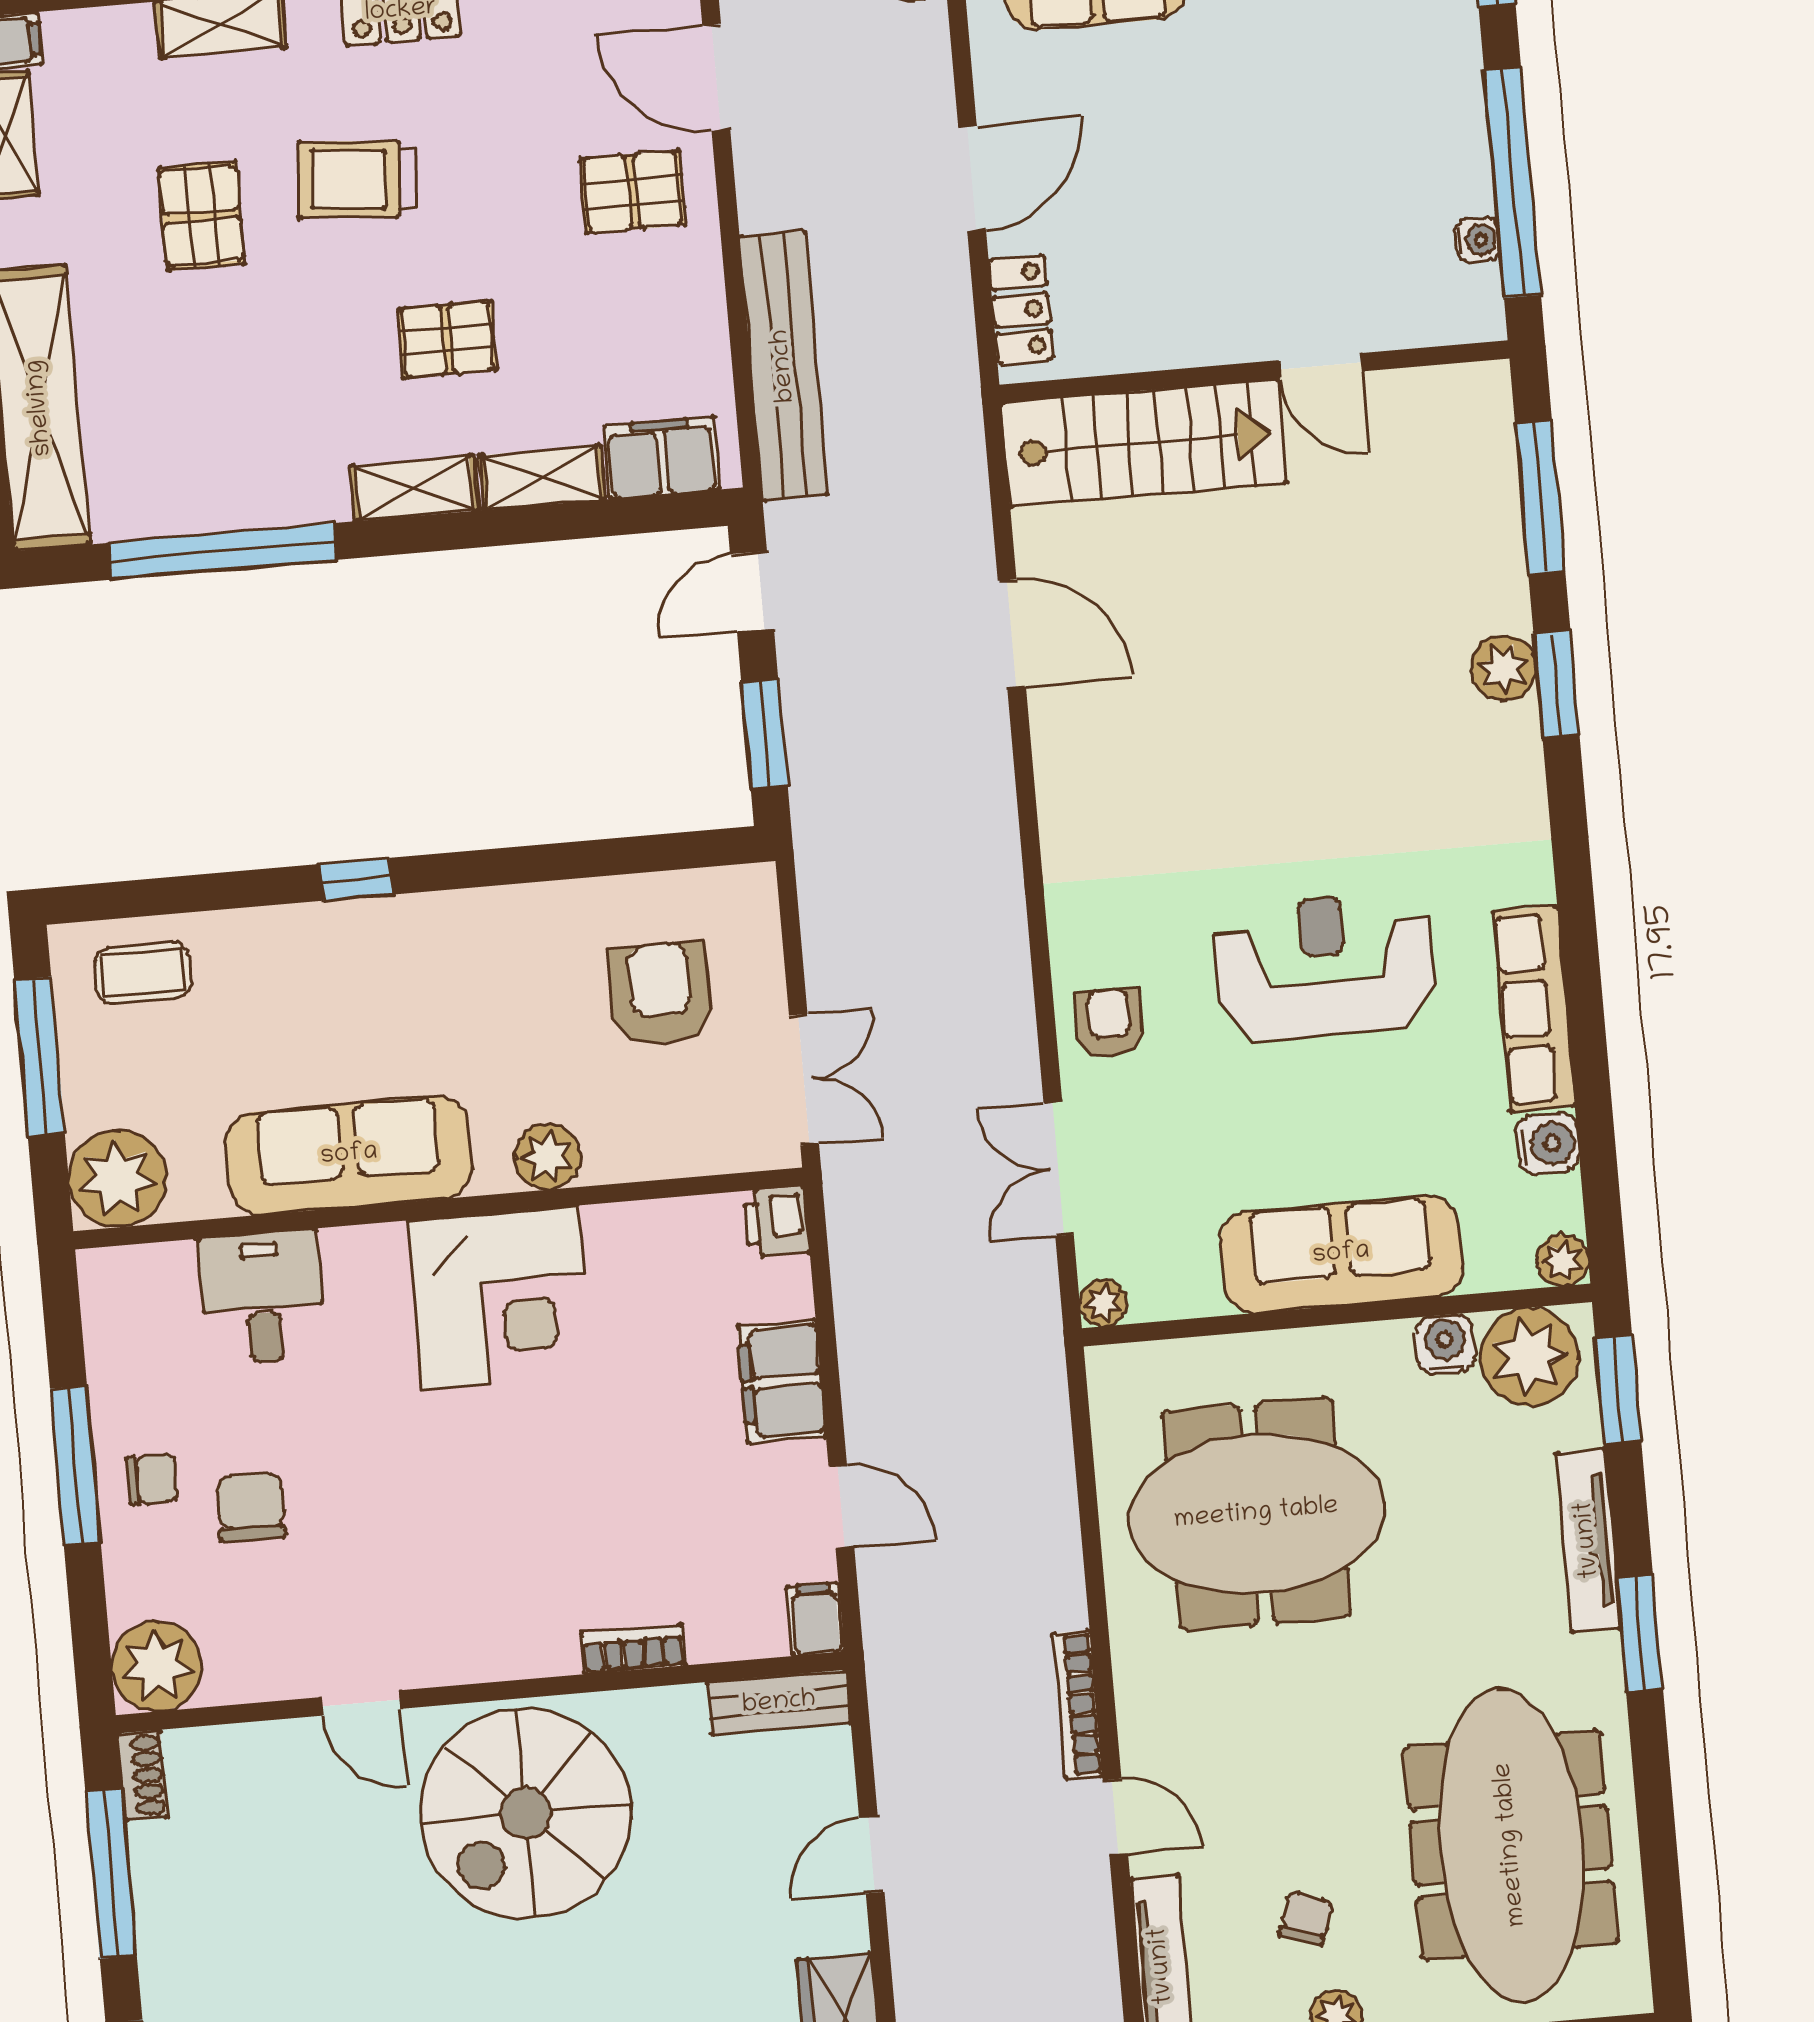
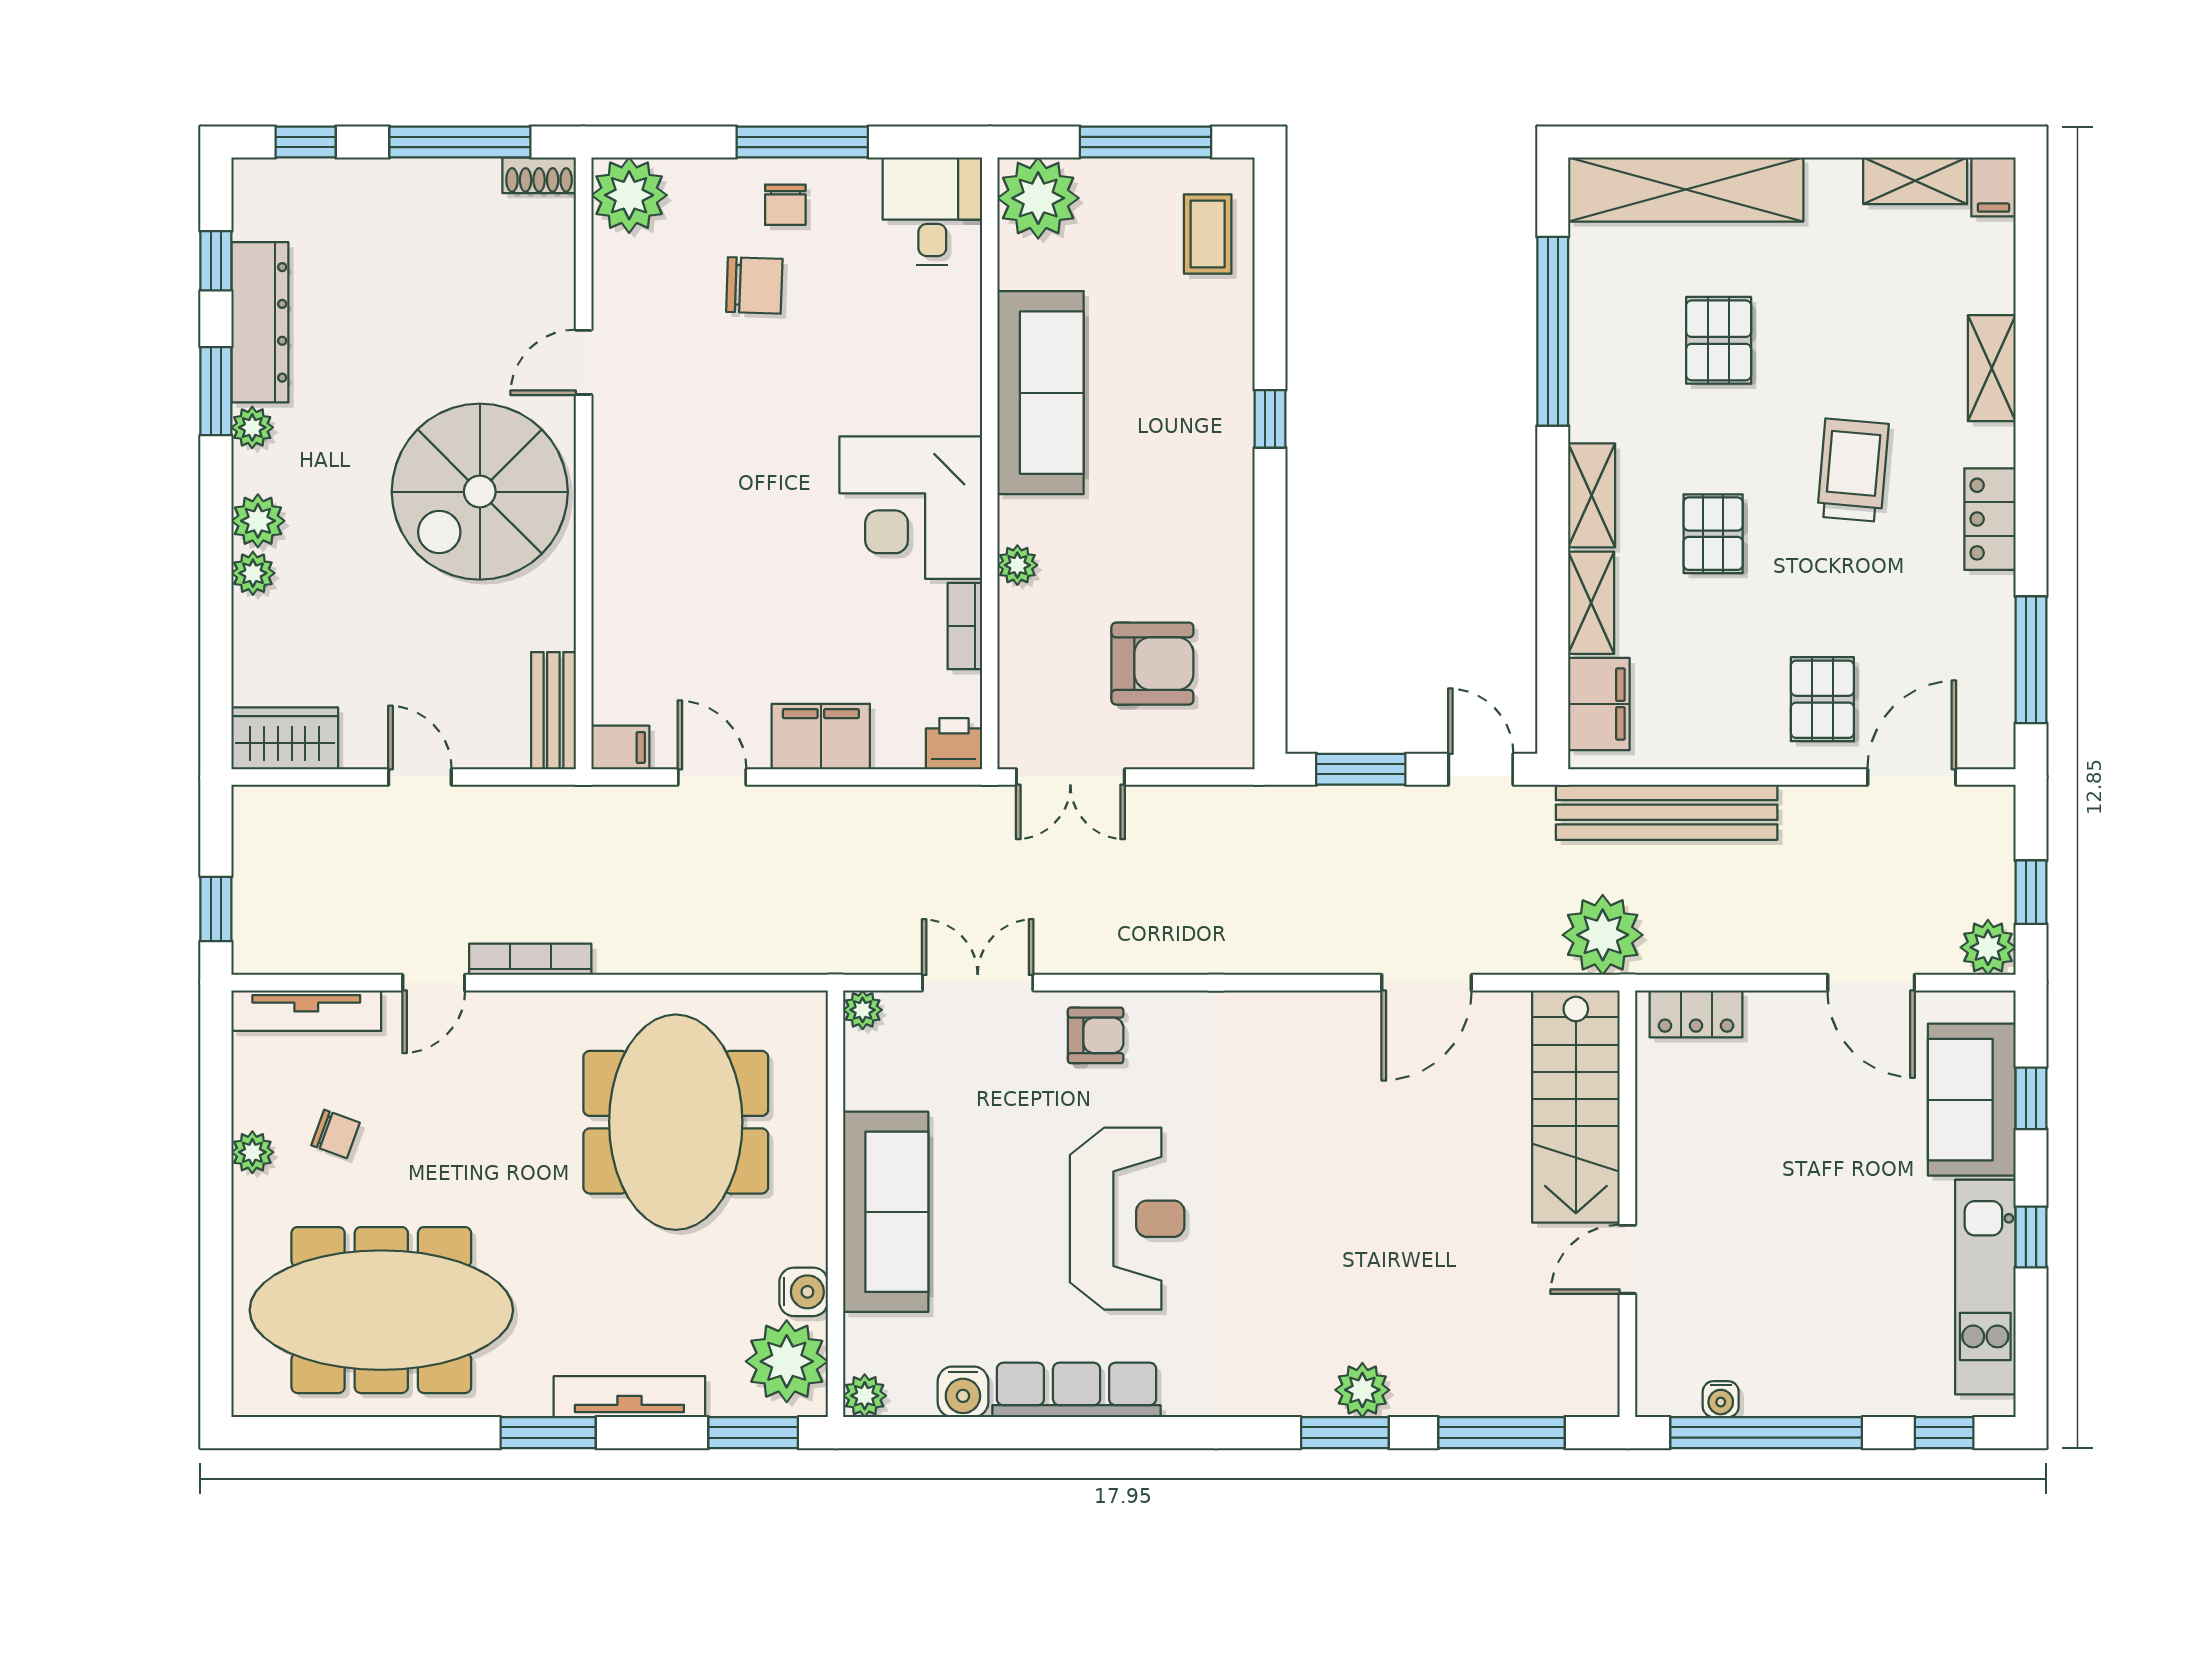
door: (972, 179) -> (1871, 983), moved
pallet: (202, 216) -> (1719, 340), moved, turned 90
plant: (937, 429) -> (1603, 935), added
plant: (547, 1157) -> (1017, 565), width x0.73, depth x0.73
desk: (262, 1298) -> (932, 211), moved, turned -90
door: (841, 1507) -> (712, 777), swing flipped
bookcase: (633, 1649) -> (965, 626), moved, turned 180
spiral stairs: (525, 1813) -> (480, 492), turned -90

